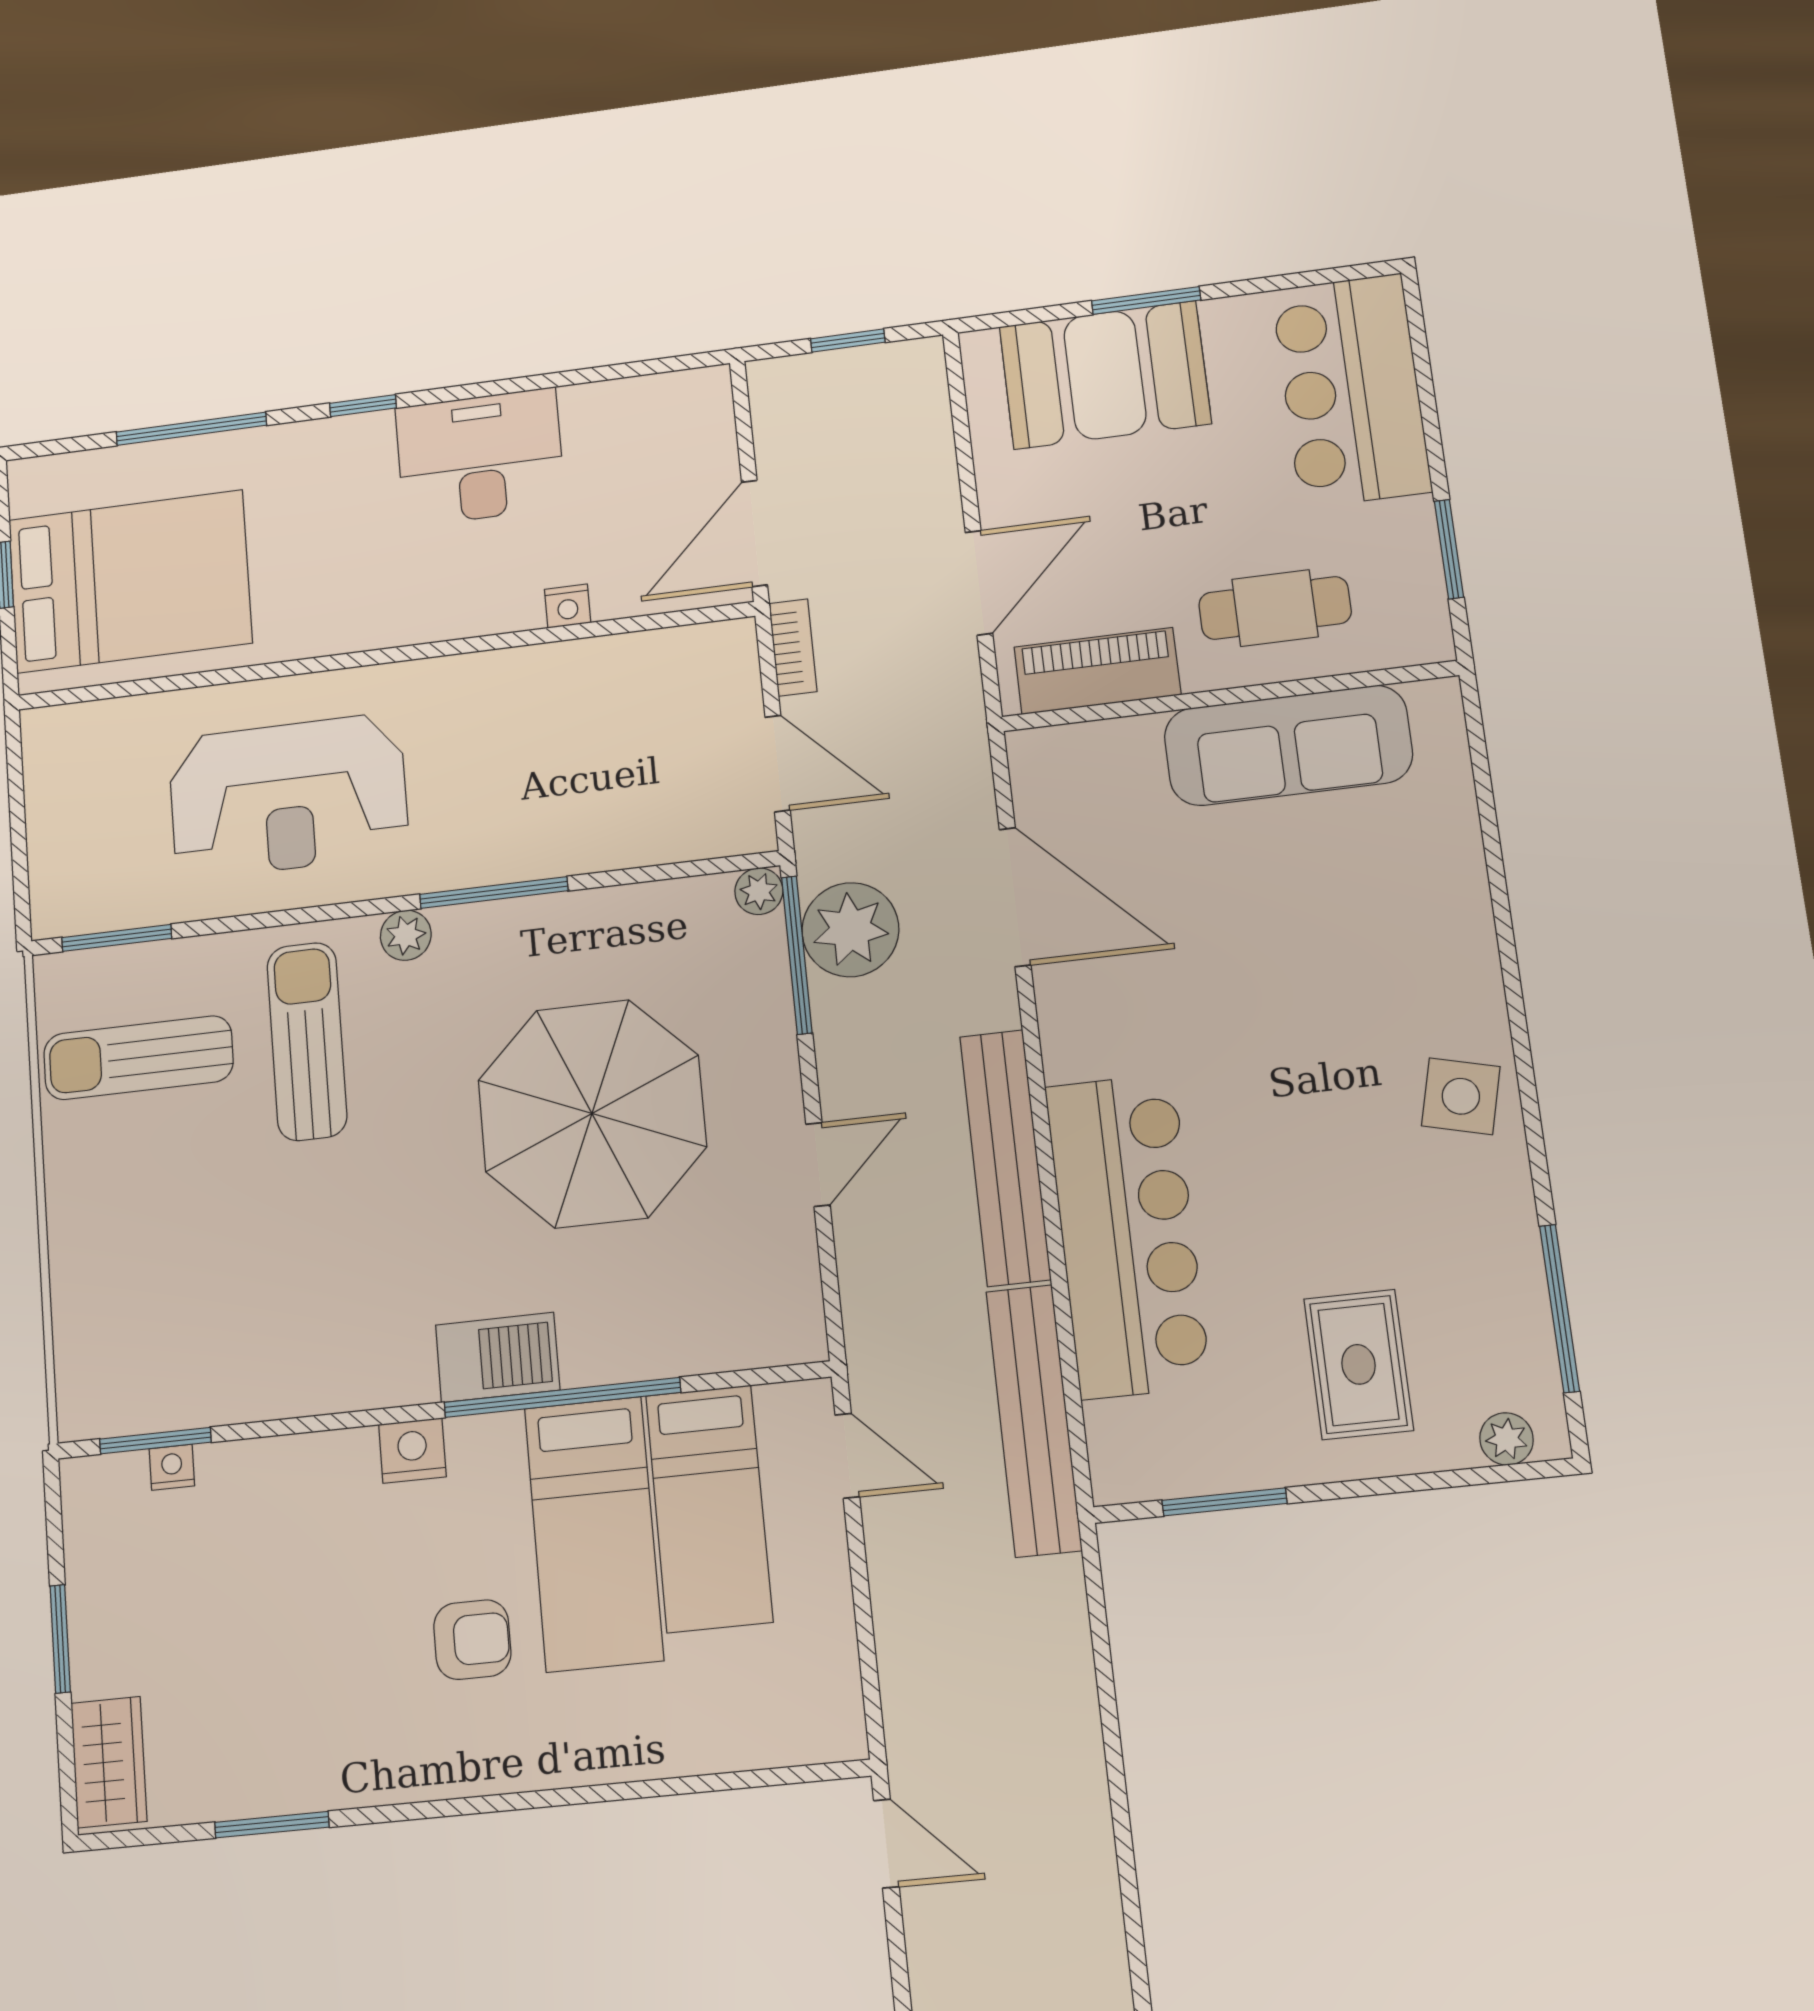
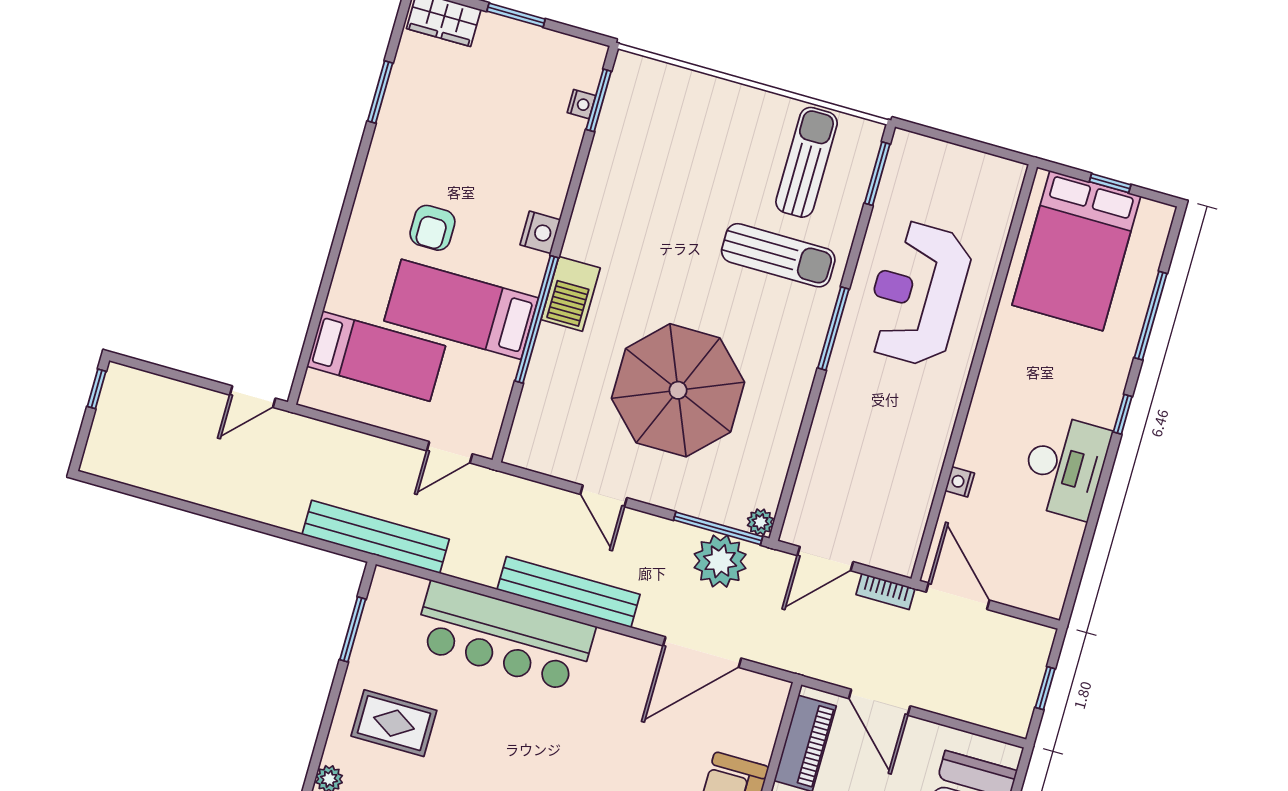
window: (494, 893) -> (833, 329), moved
plant: (406, 935) -> (814, 328), removed
bench: (1034, 1420) -> (376, 537), moved
bed: (709, 1508) -> (376, 356), moved, turned 180

